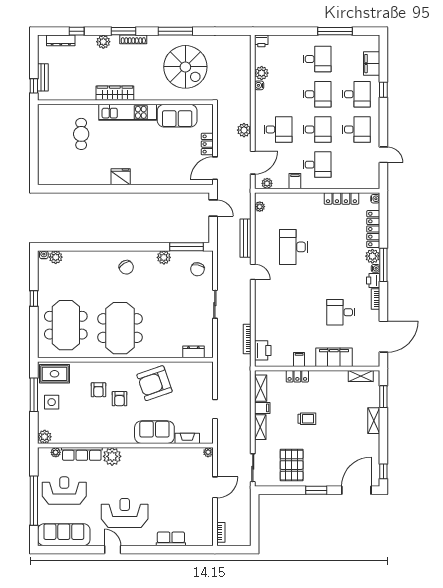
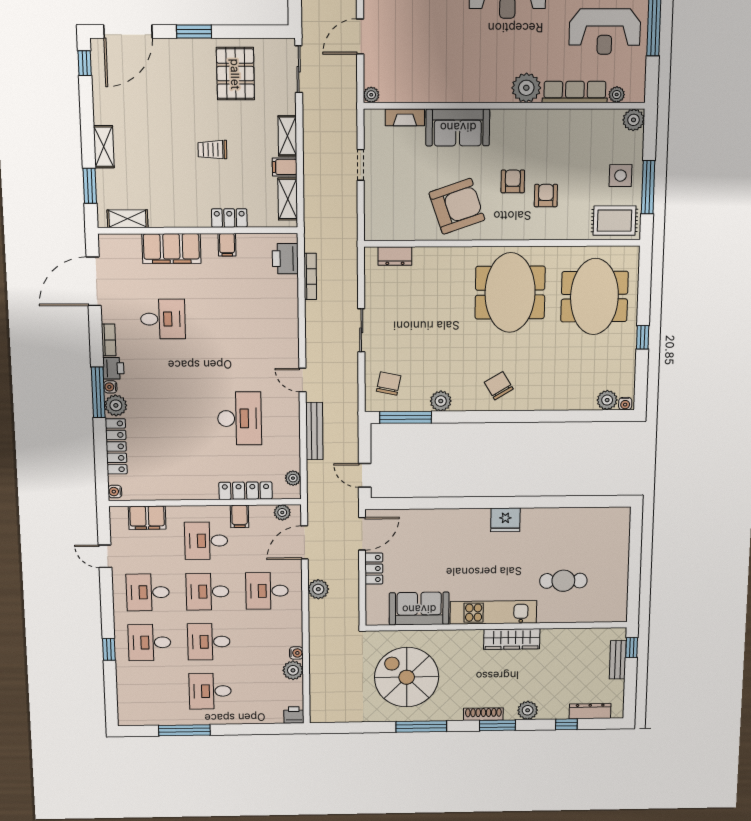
filing cabinet: (372, 64) -> (147, 518), moved, turned 90
cafe table: (81, 134) -> (563, 581), turned 90
locker: (341, 198) -> (246, 491), moved

